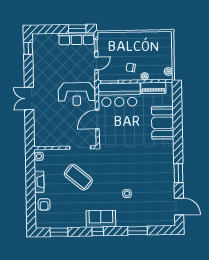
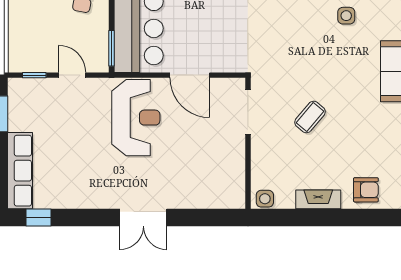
row of seats: (76, 39) -> (20, 171), moved
coffee table: (78, 177) -> (310, 117), width x0.54, depth x0.58

